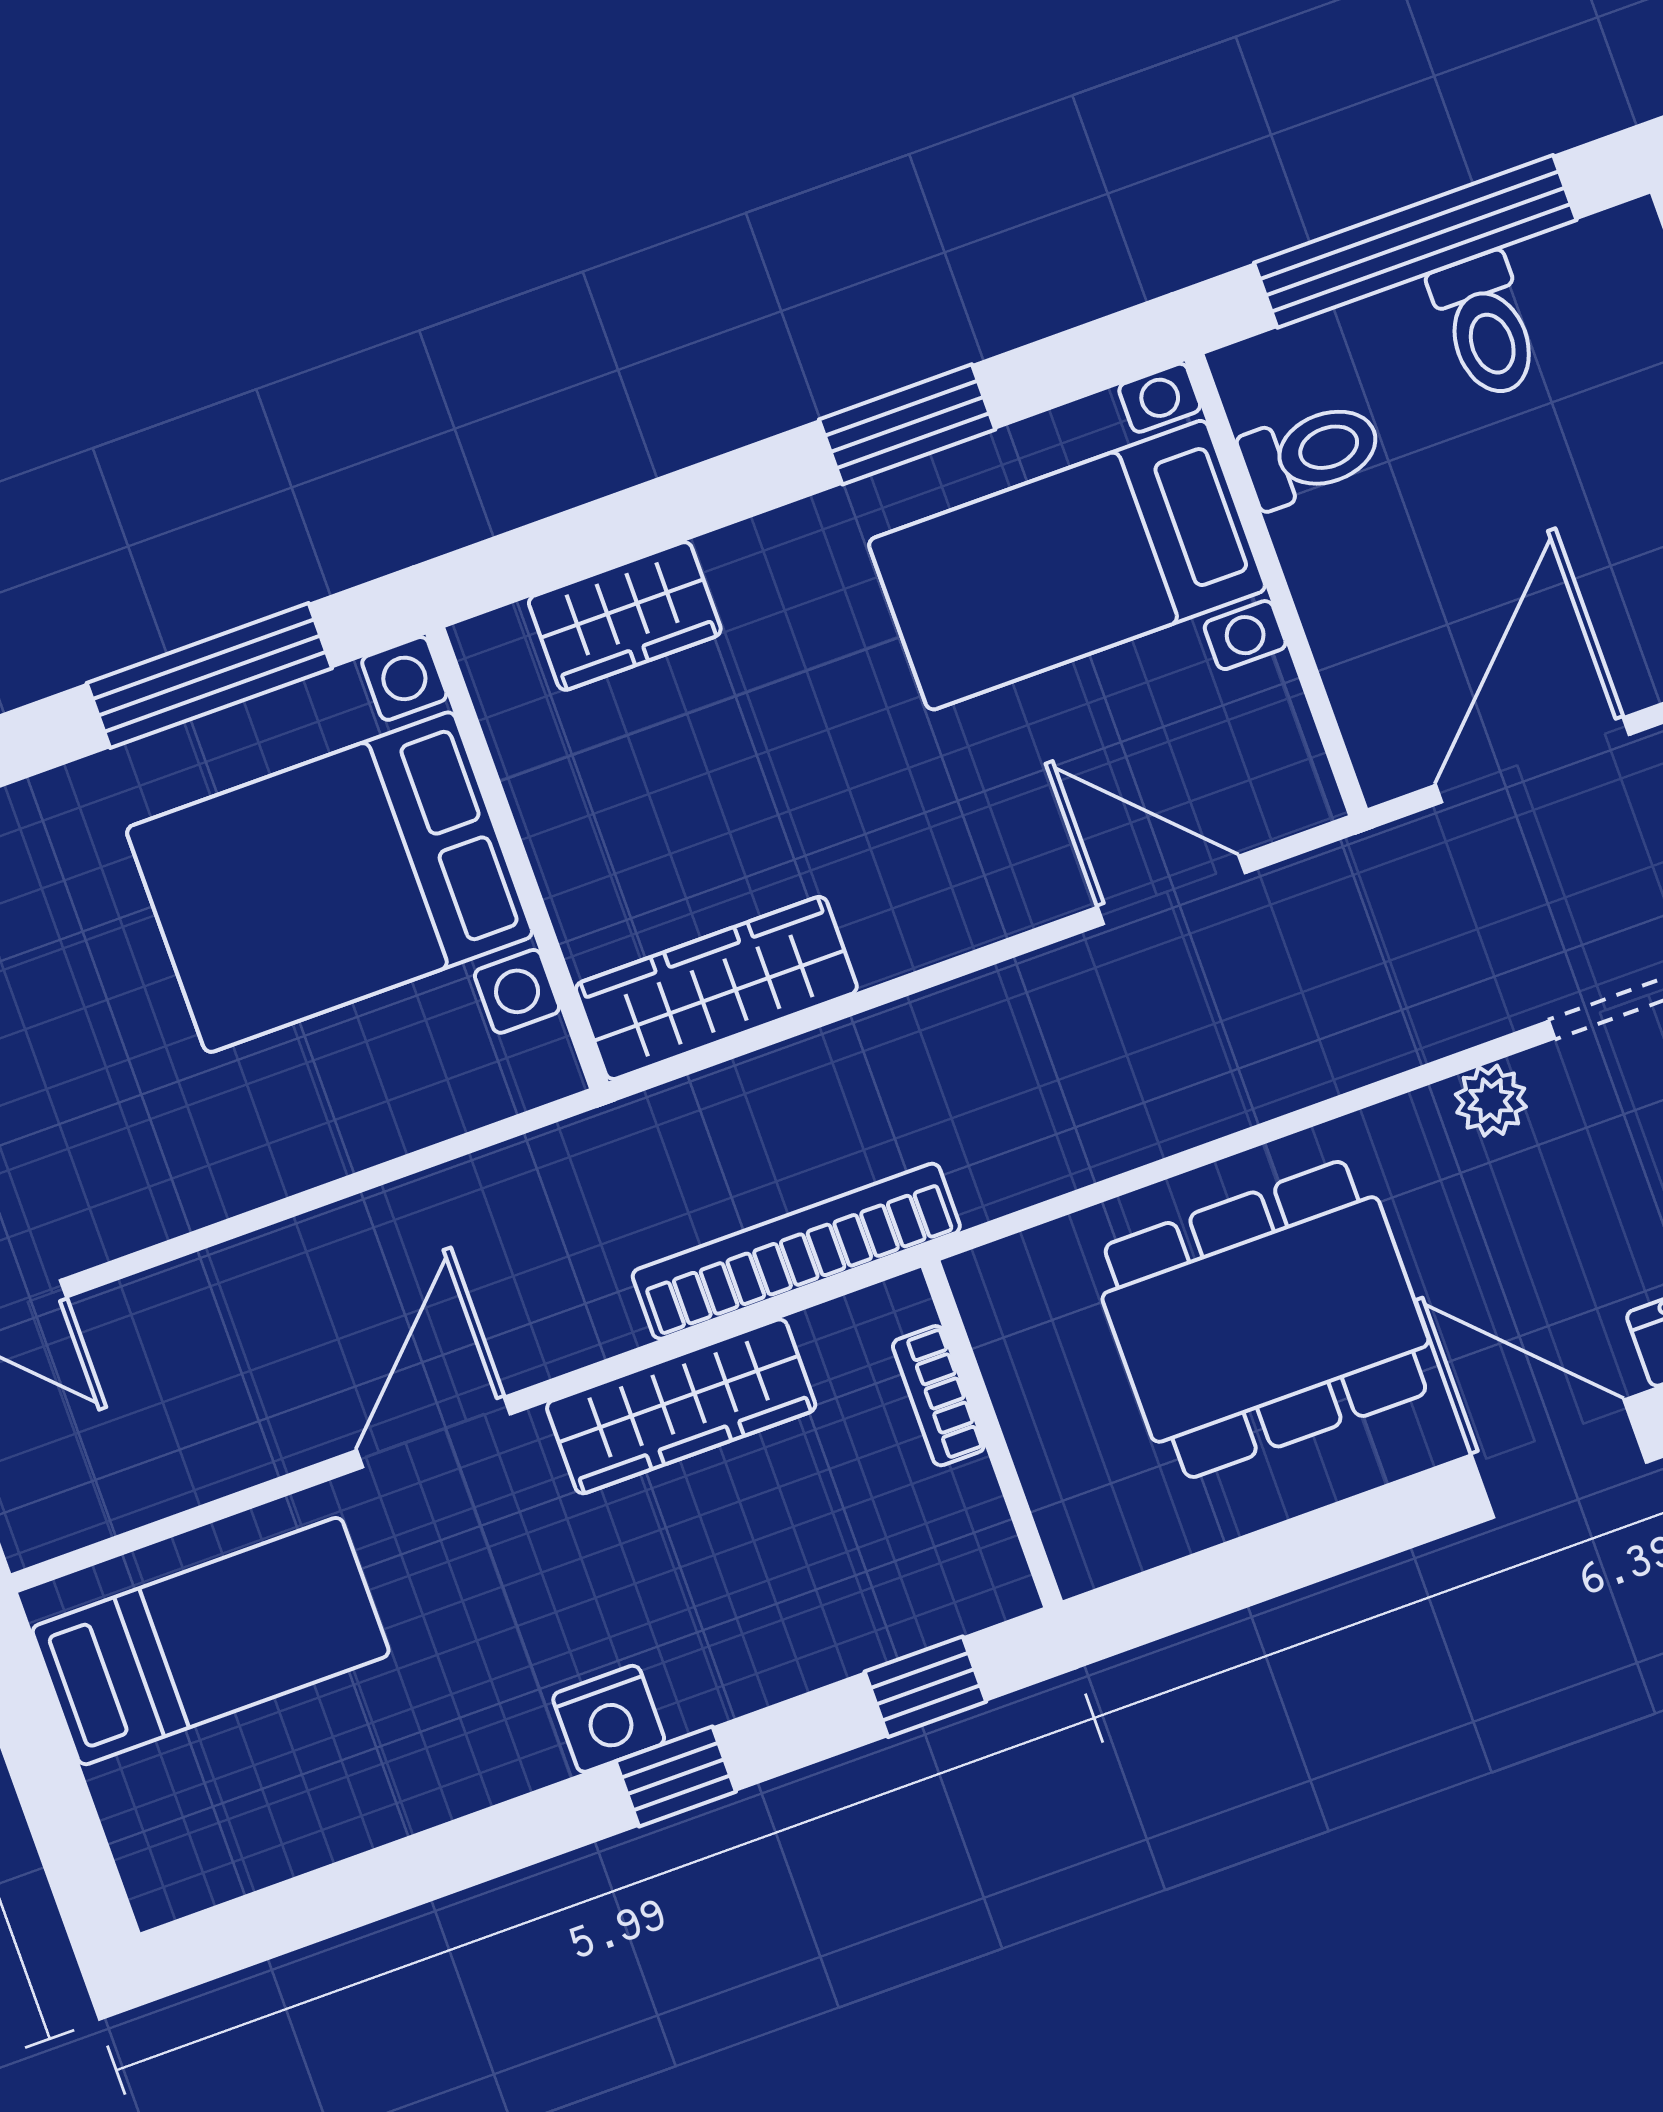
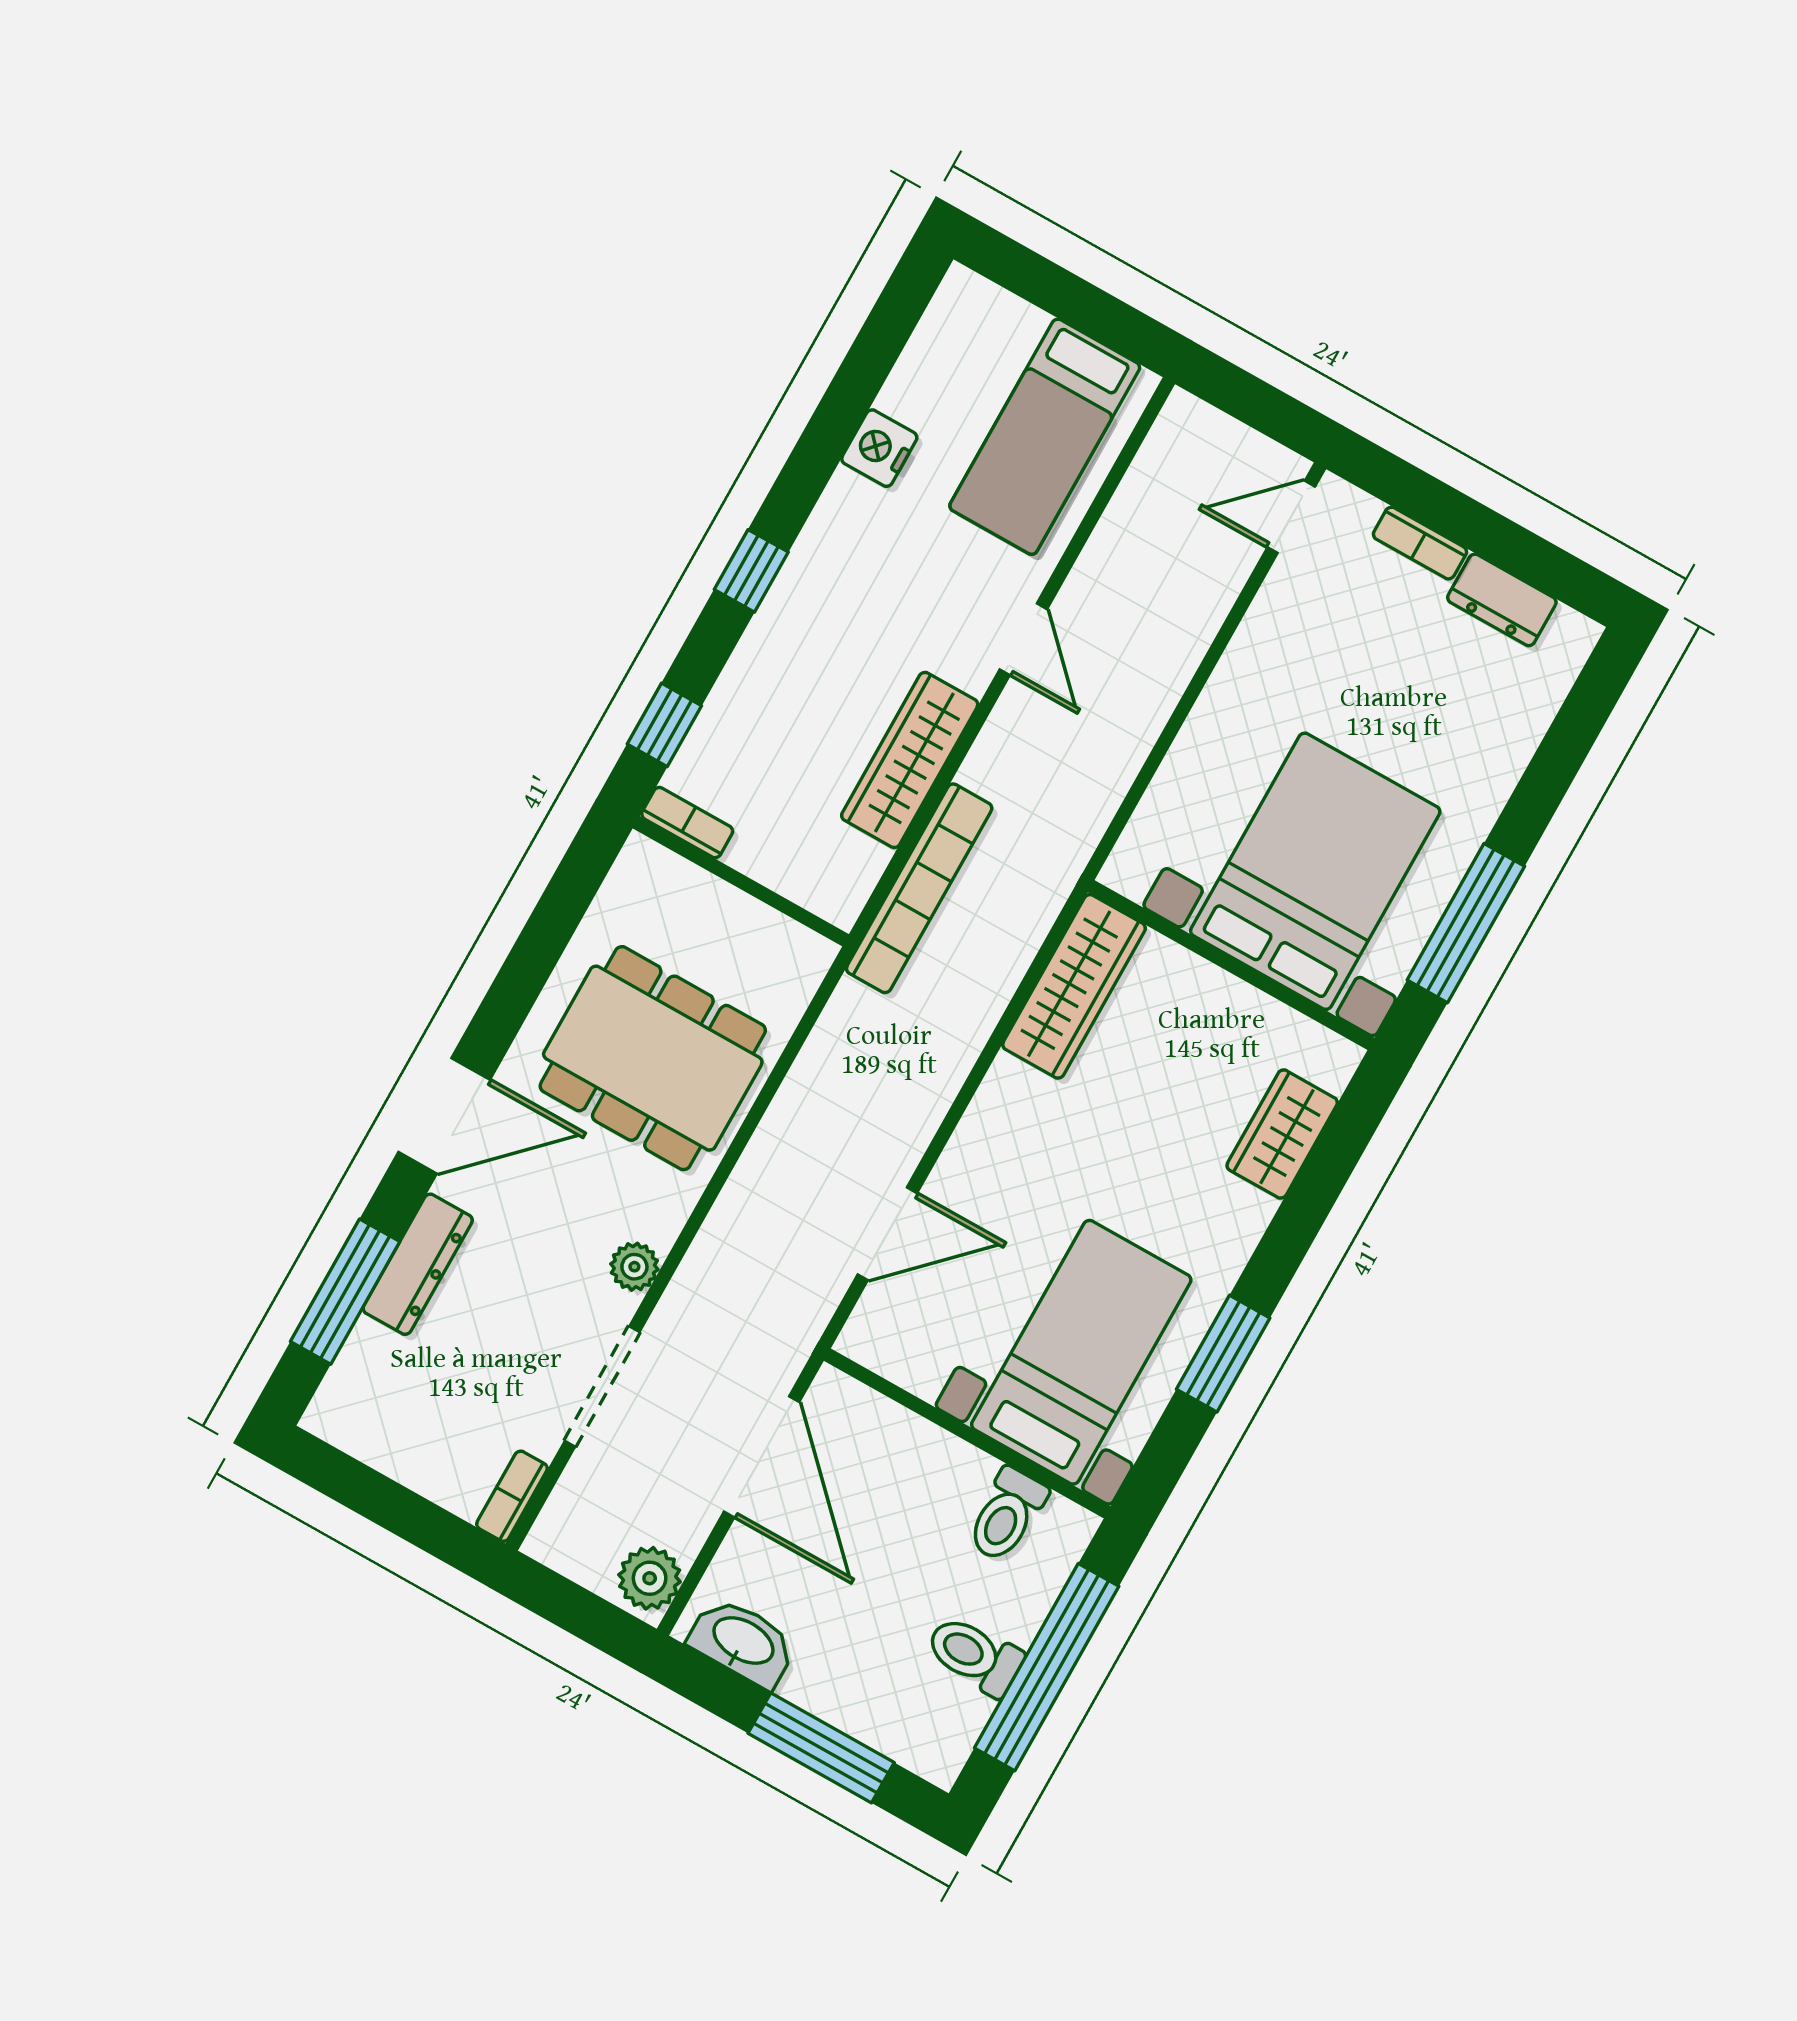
dining table: (1265, 1319) -> (653, 1058), turned 90
bookcase: (939, 1396) -> (687, 823), moved
door: (434, 1432) -> (1023, 639), width x0.73
nightstand: (609, 1719) -> (879, 448), moved

